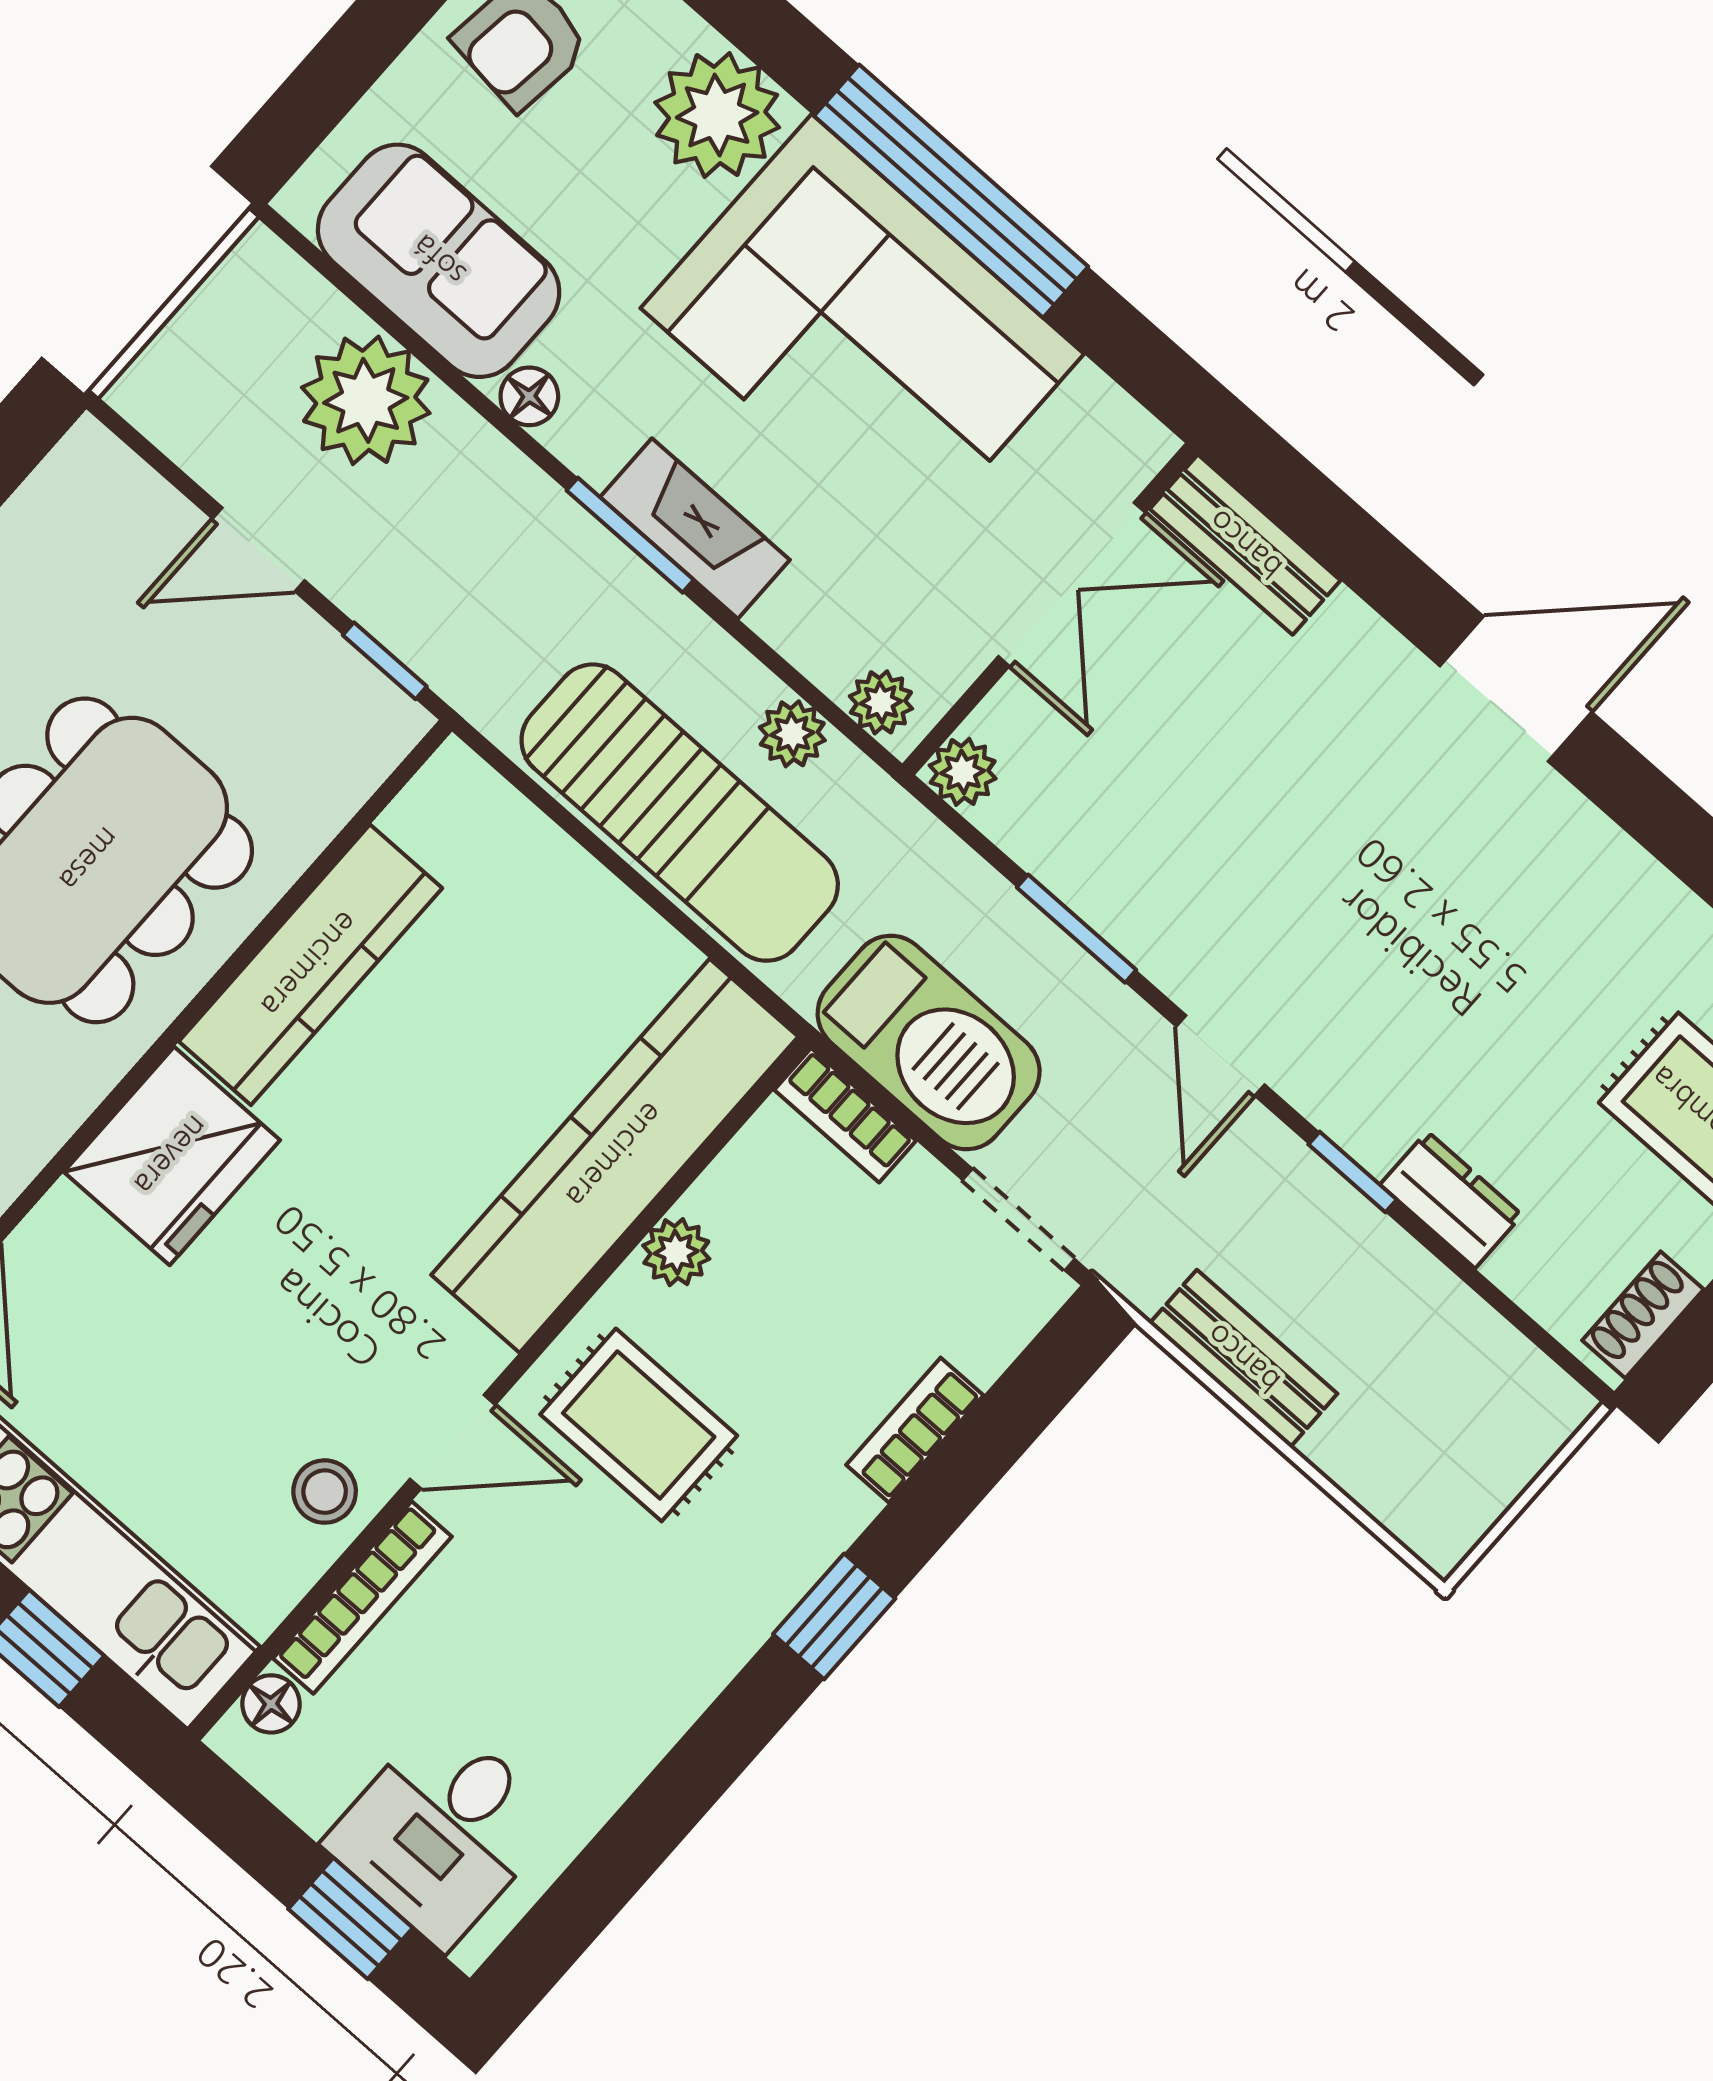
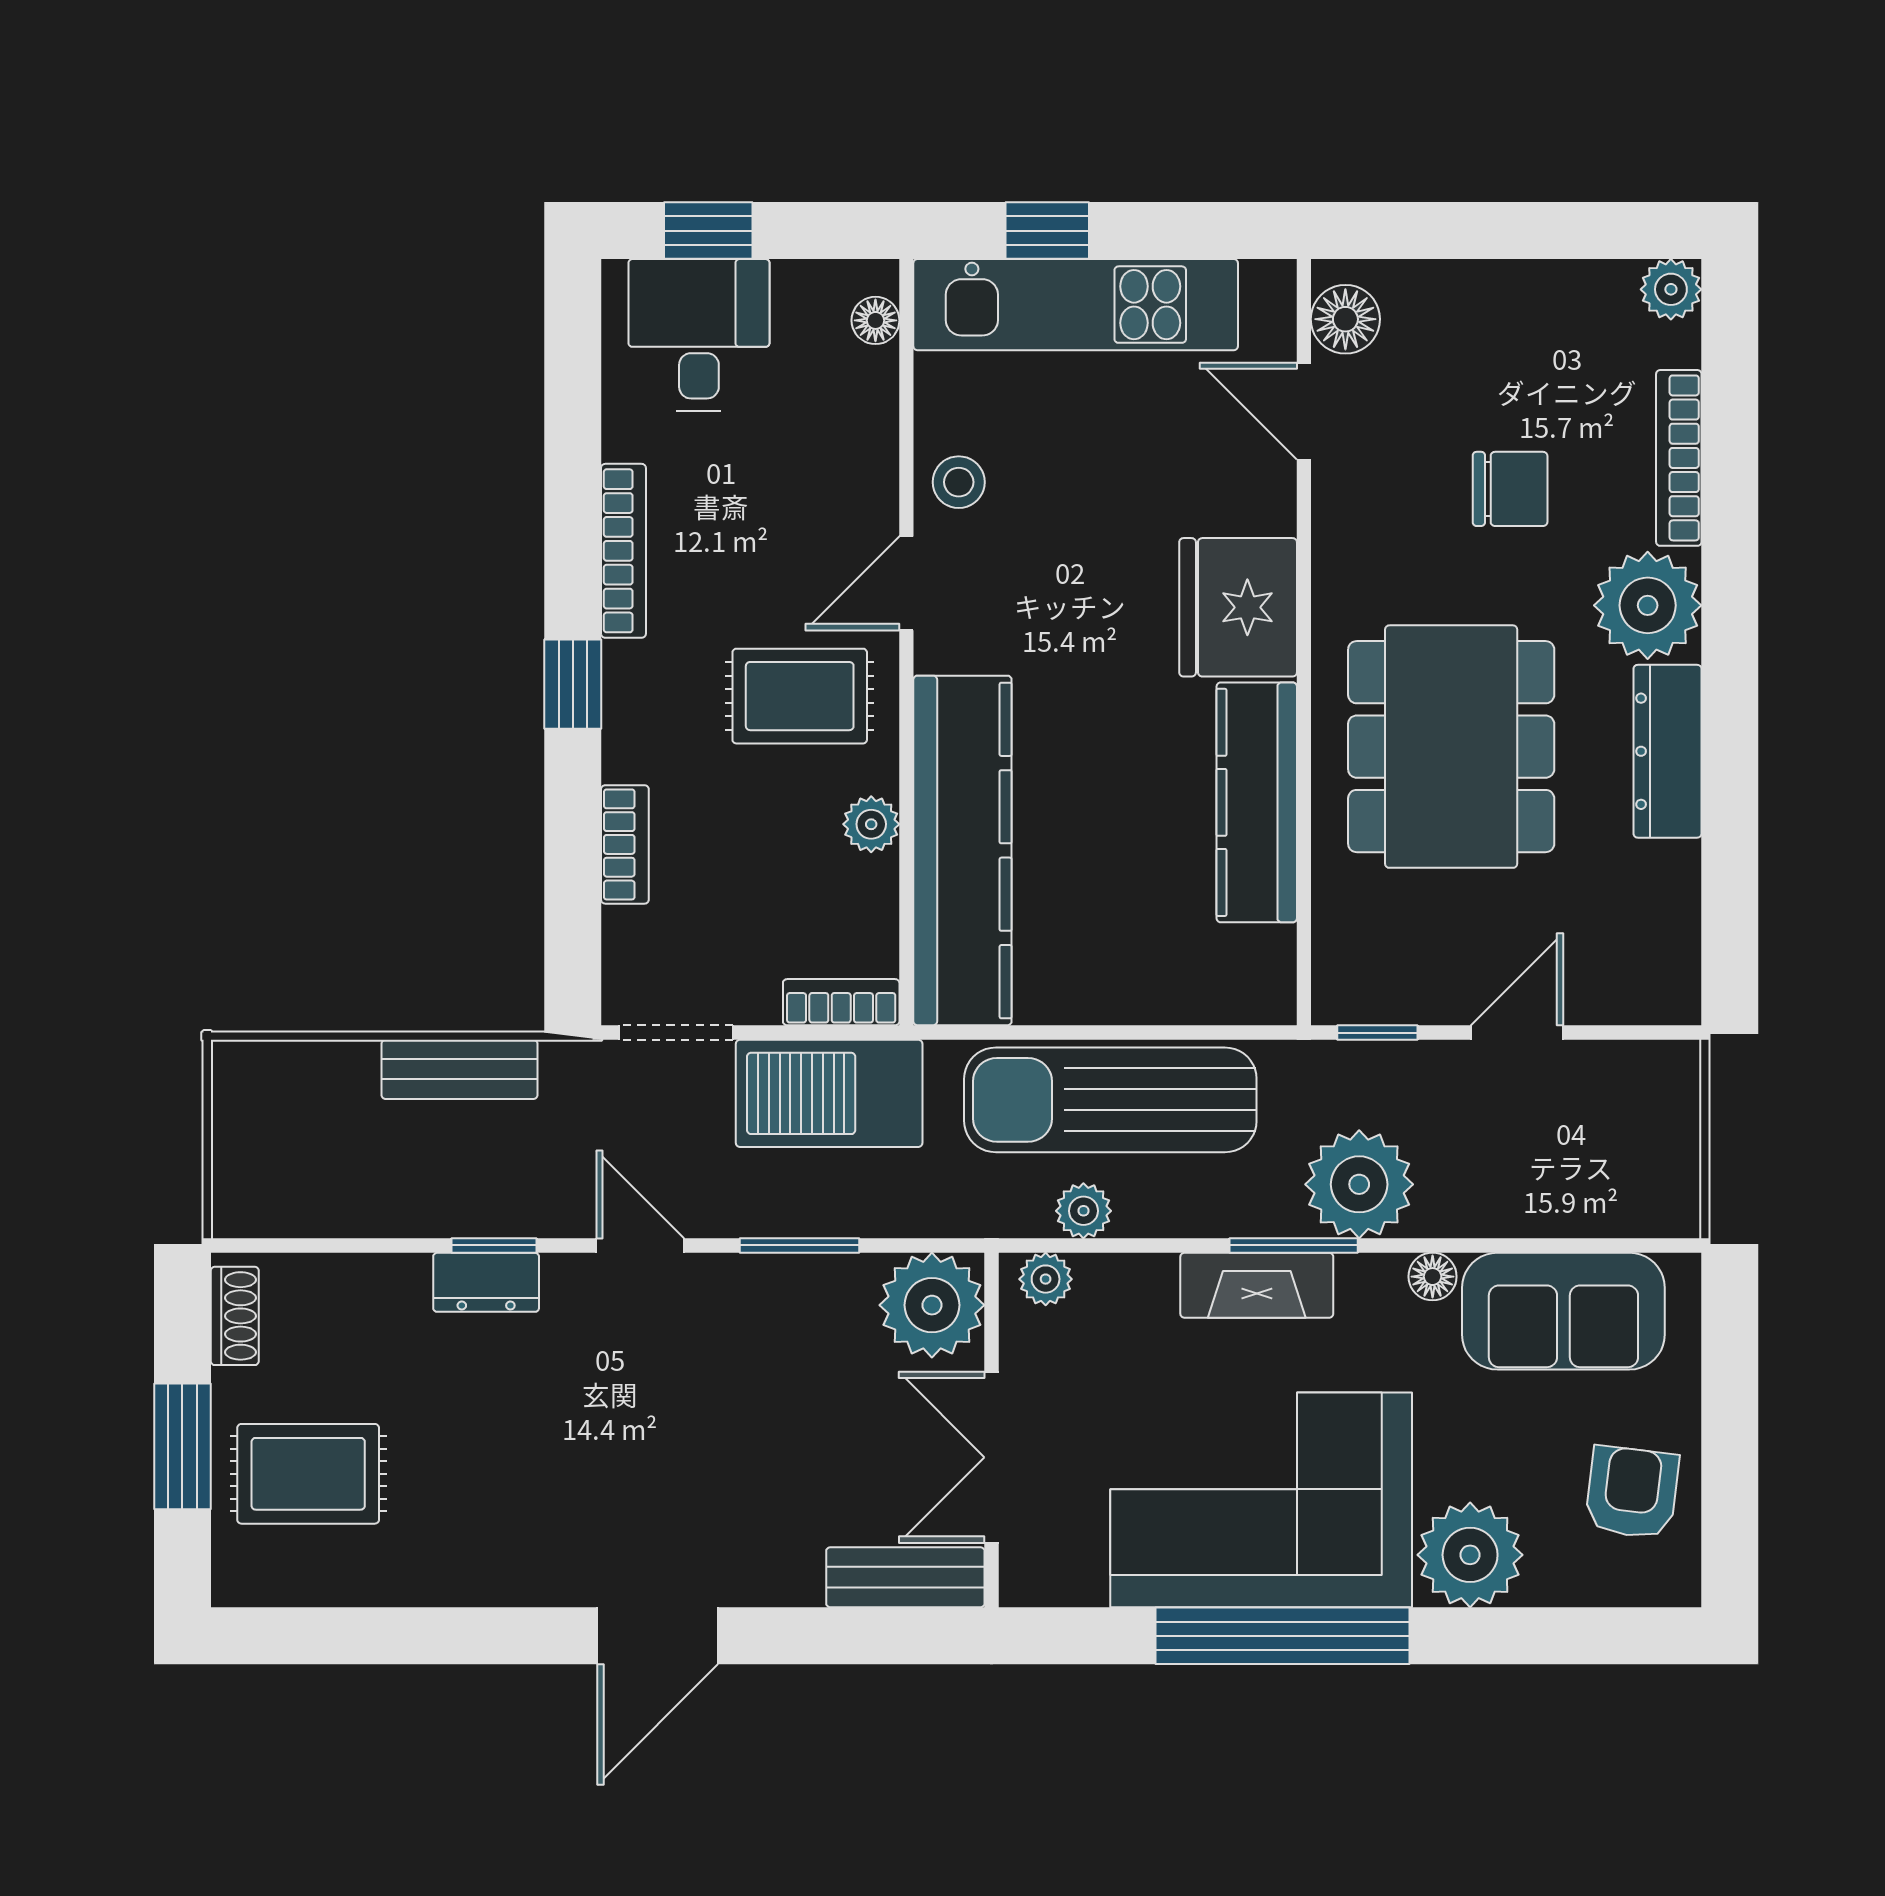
plant: (366, 400) -> (1359, 1184), moved
plant: (963, 772) -> (932, 1305), width x1.87, depth x1.87
dresser: (1451, 1200) -> (486, 1282), moved
bookcase: (362, 1597) -> (623, 551), moved, turned 180

